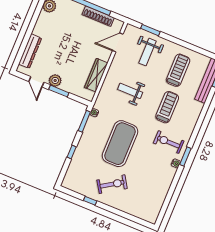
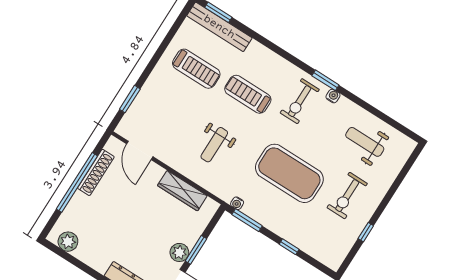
weight bench: (147, 52) -> (365, 142), moved, turned 180
treadmill: (178, 70) -> (196, 69), turned 180
exercise bike: (112, 184) -> (347, 196), turned -147

